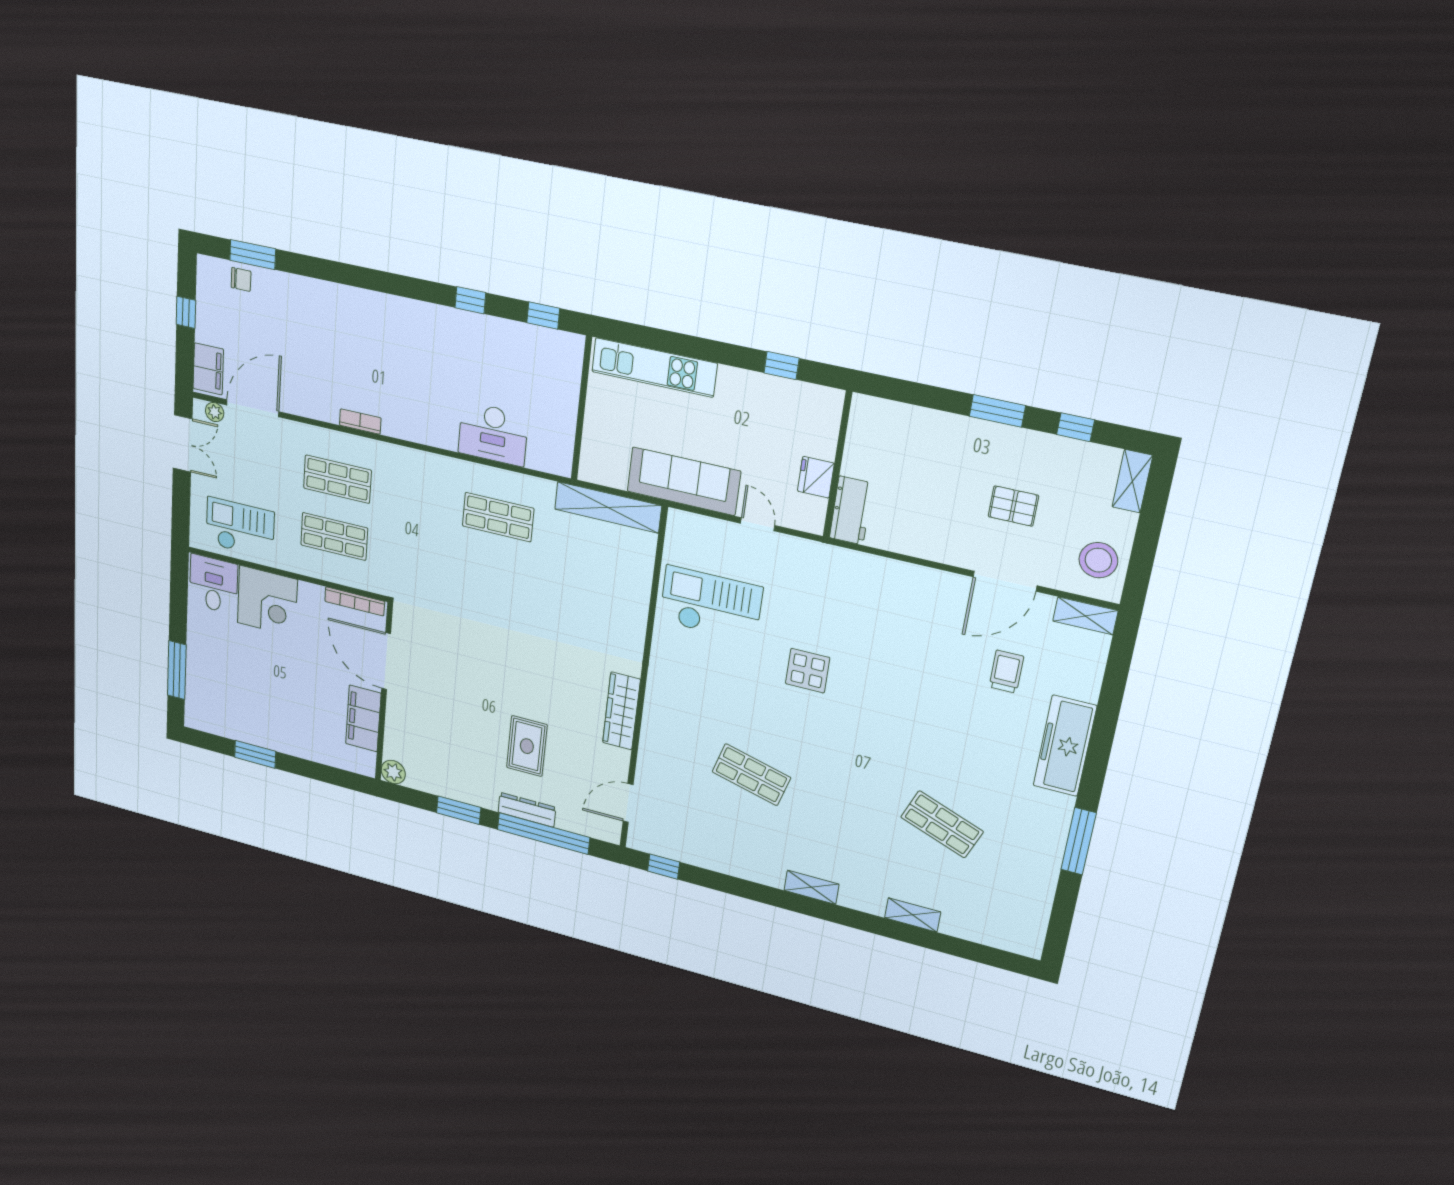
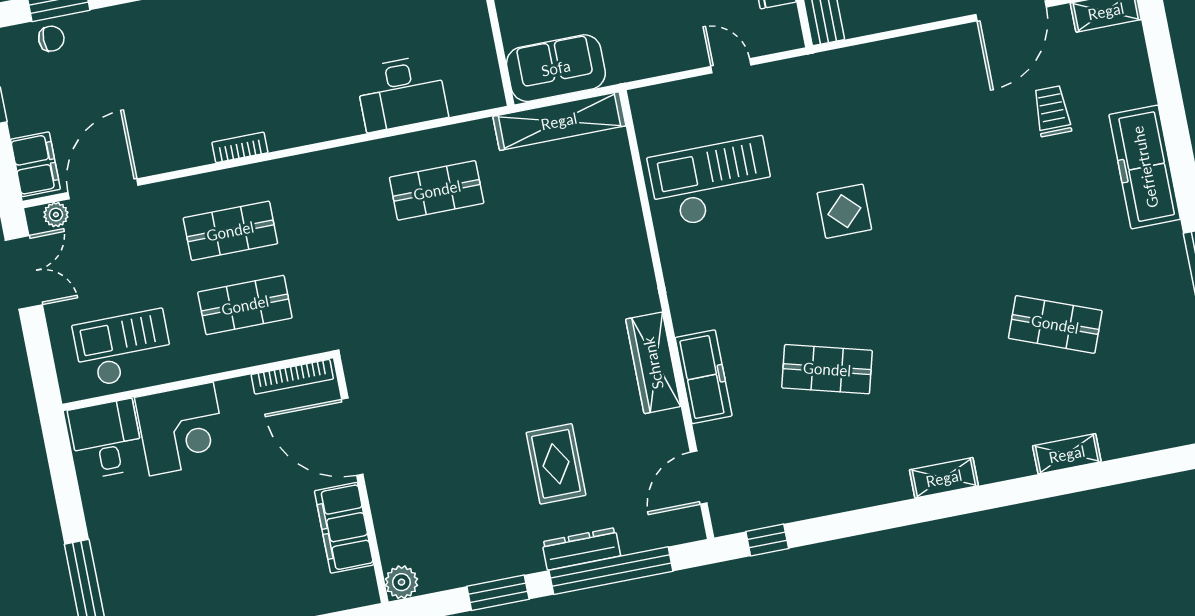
sofa: (684, 481) -> (556, 68), moved, width x0.73
freezer: (656, 737) -> (704, 377), added

